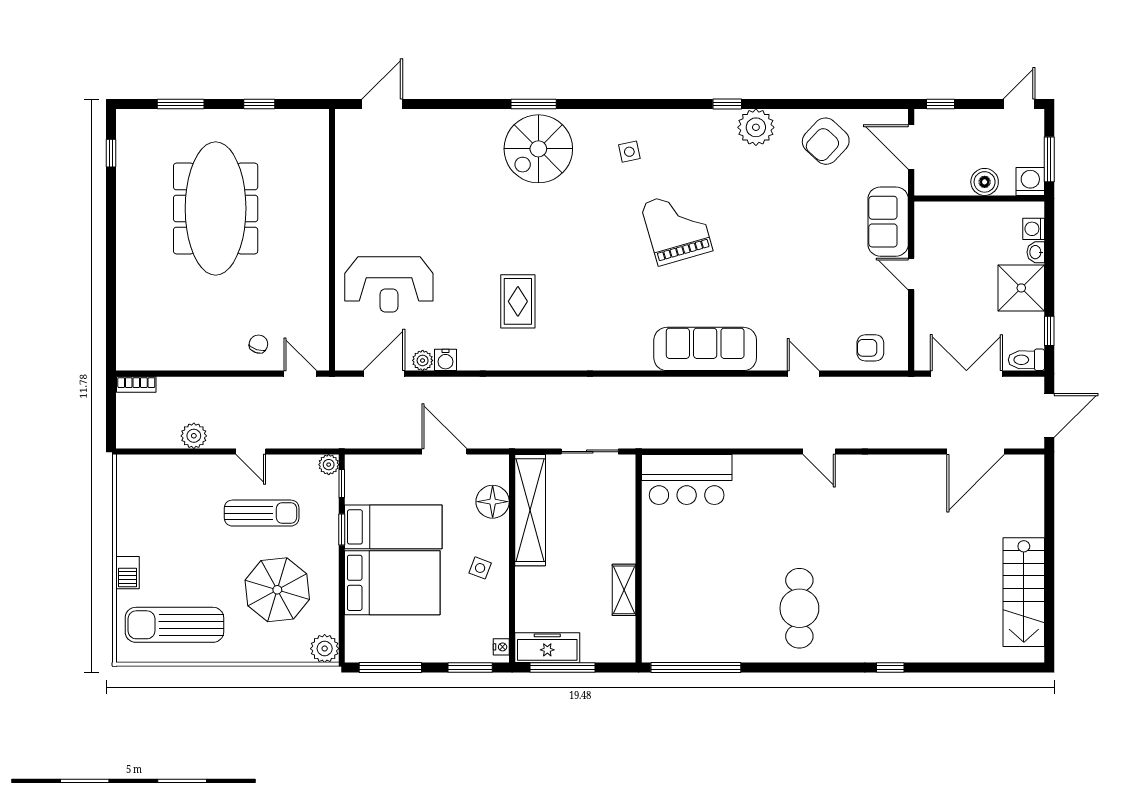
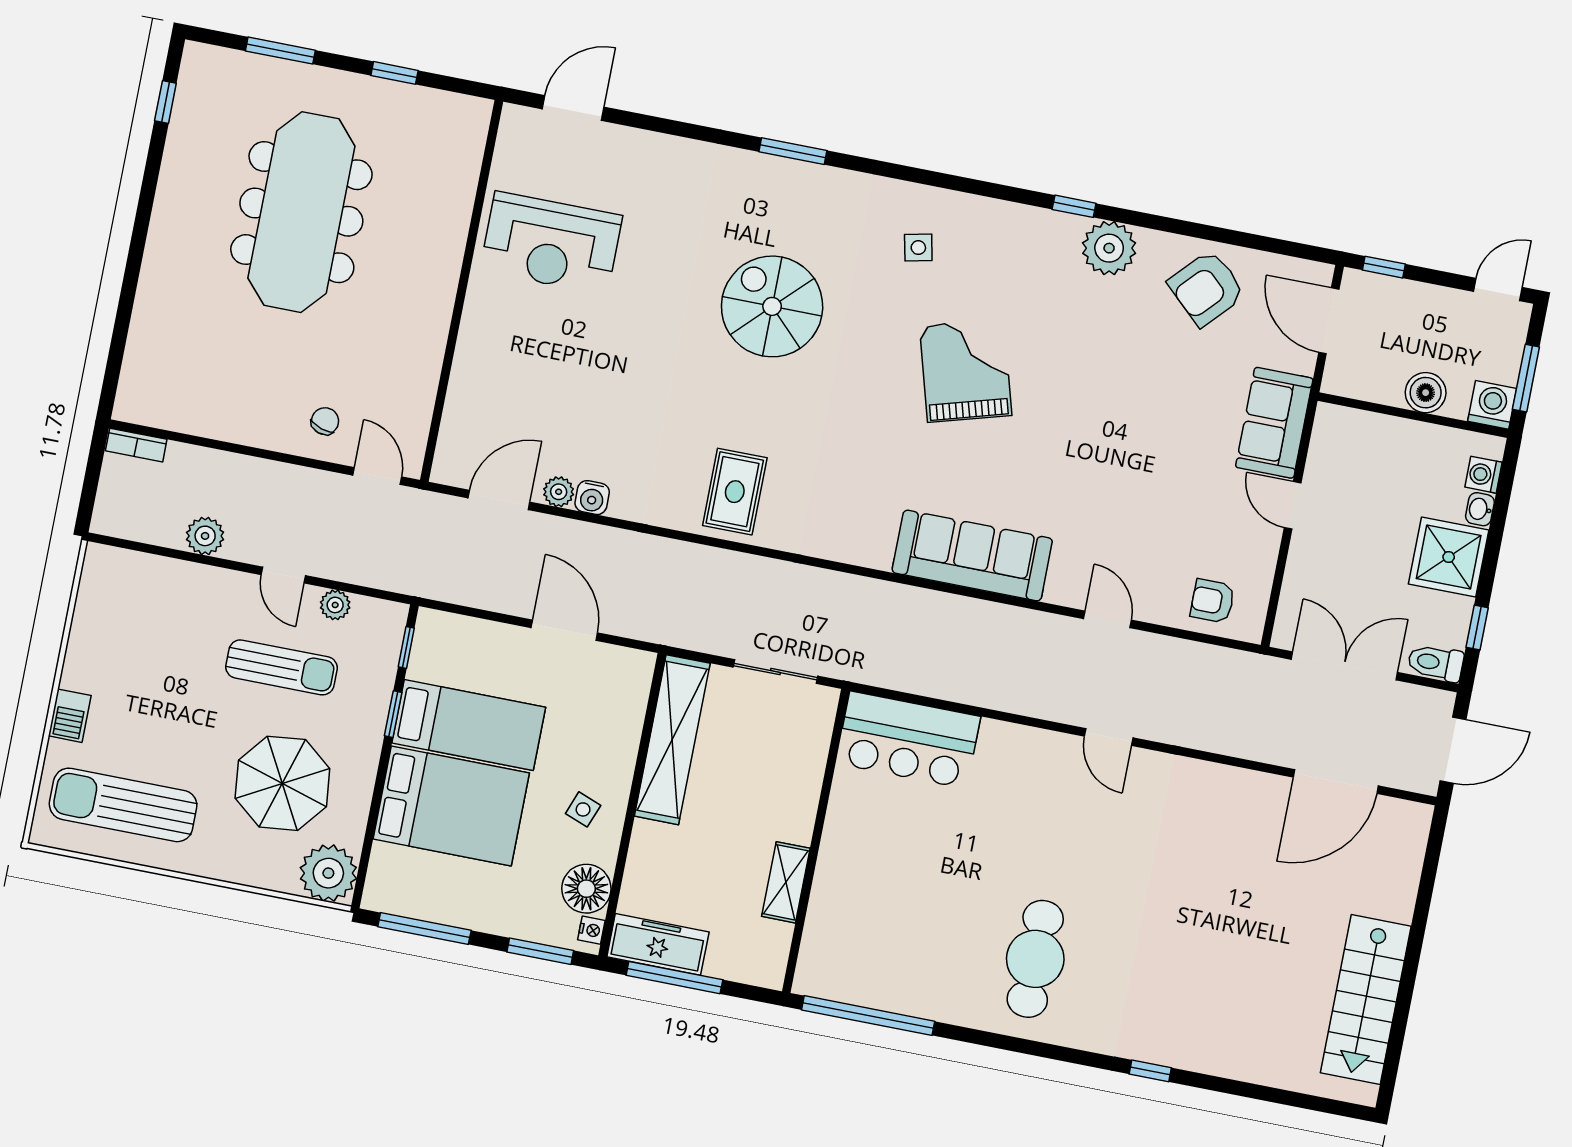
spiral stairs: (538, 149) -> (772, 306), moved, turned 90
reception desk: (389, 284) -> (551, 243), moved
rug: (518, 301) -> (735, 492), moved
plant: (329, 465) -> (335, 605), moved
floor lamp: (493, 502) -> (586, 889), moved
plant: (325, 649) -> (328, 873), width x1.36, depth x1.36

